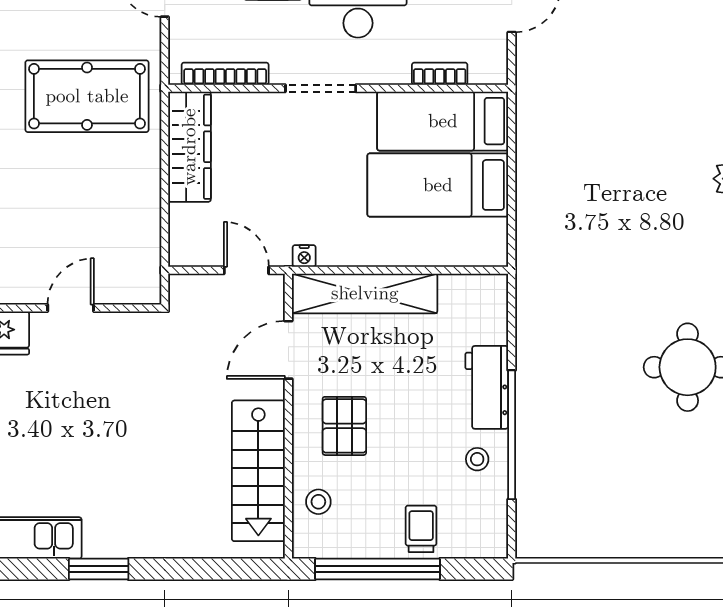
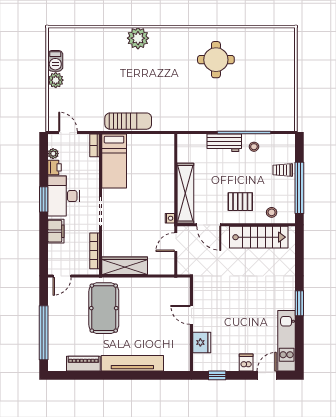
bookcase: (440, 74) -> (94, 145), moved
sun lounger: (539, 155) -> (128, 121), added
bed: (438, 185) -> (141, 163), removed

